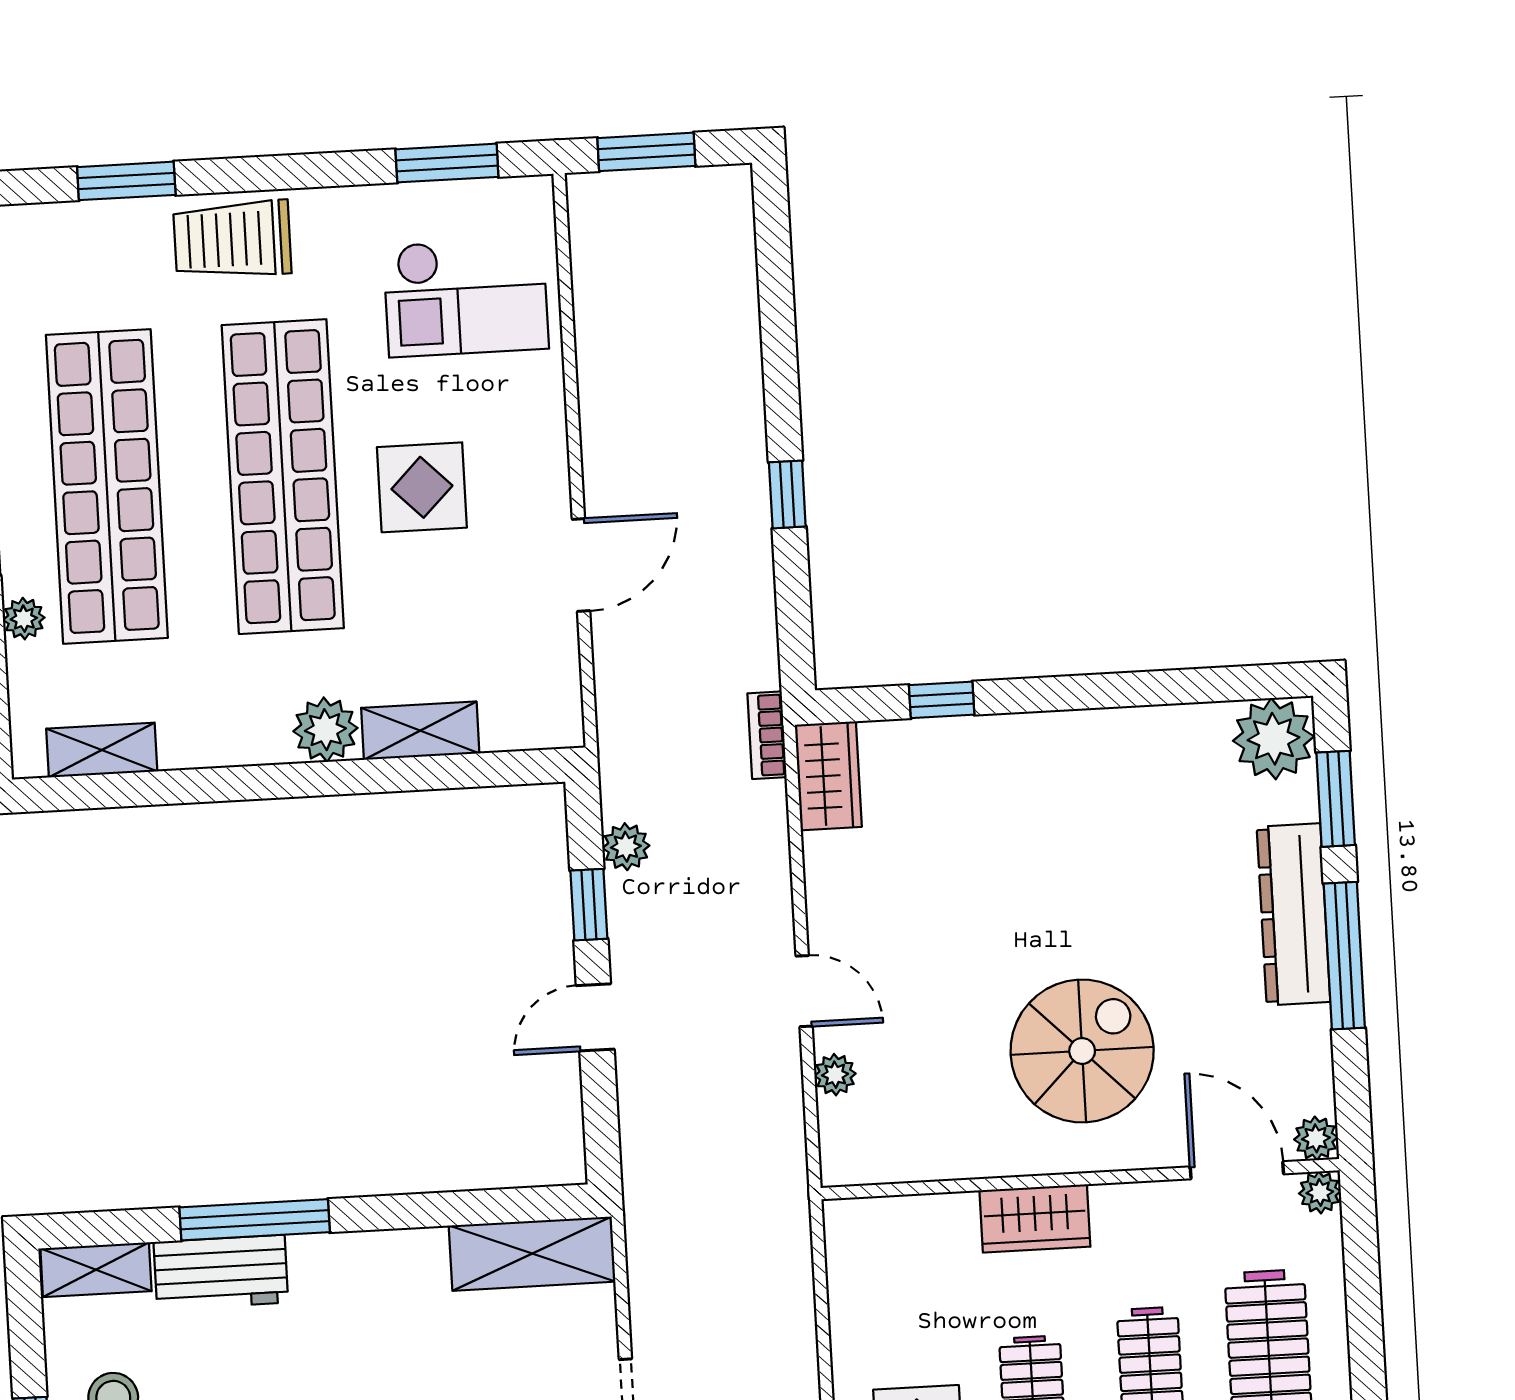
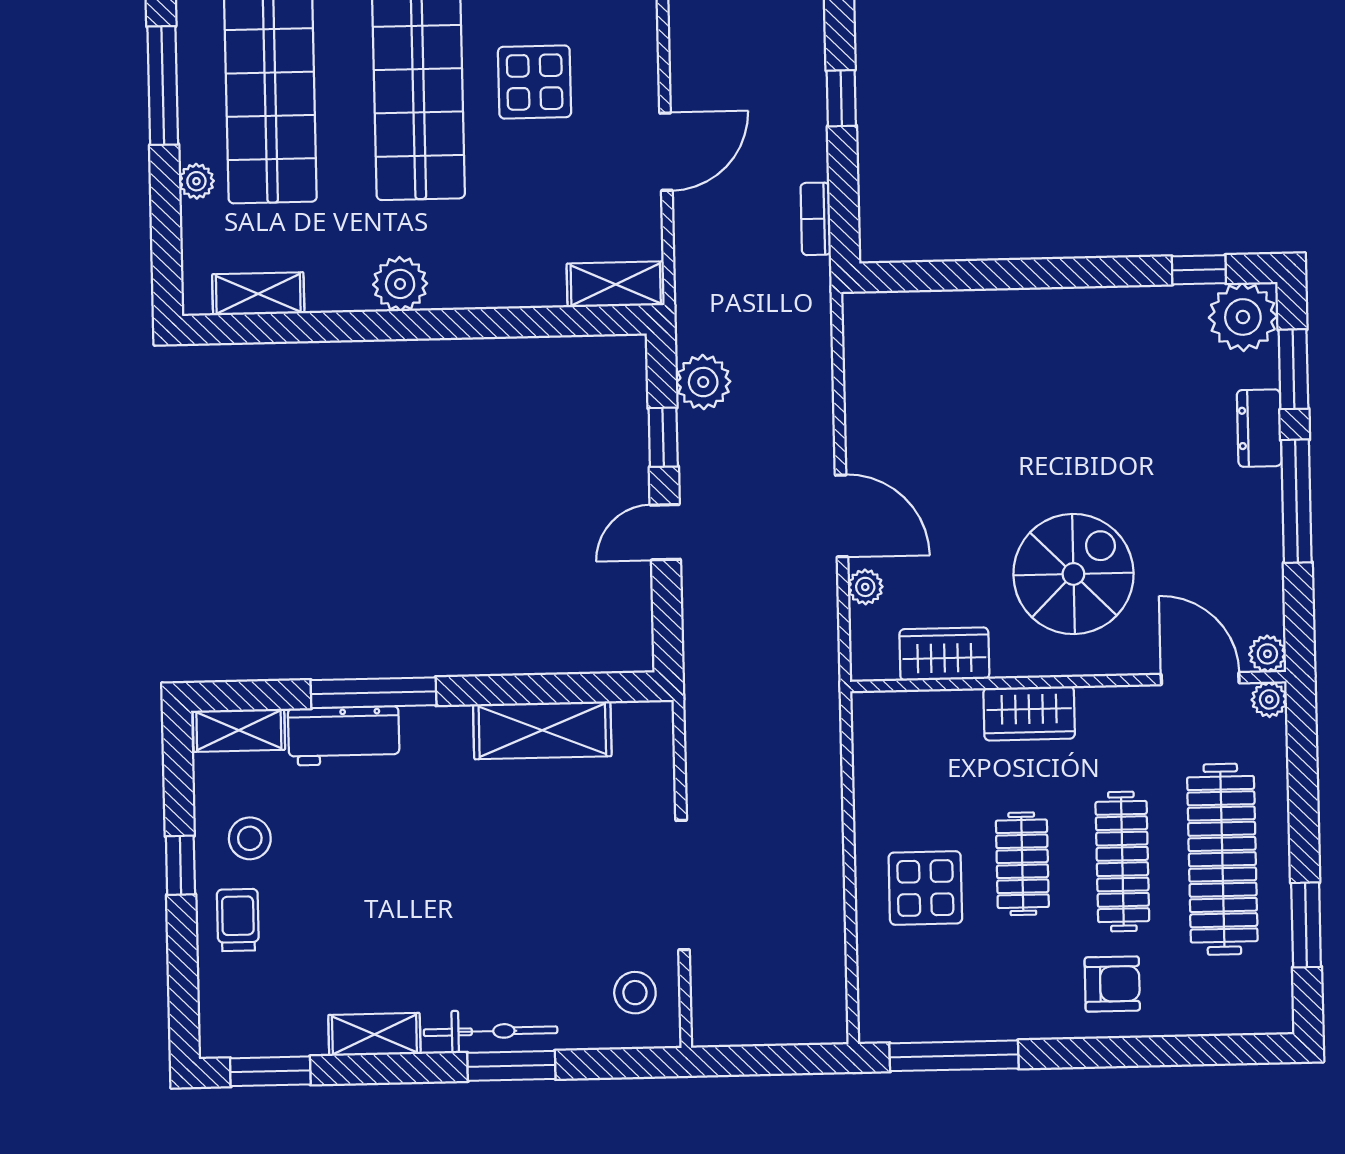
window: (942, 700) -> (1199, 270), moved
plant: (325, 730) -> (400, 284), moved
shelving: (420, 731) -> (616, 284), moved
bookcase: (767, 735) -> (816, 219), moved
wardrobe: (828, 776) -> (944, 654), moved, turned -90
plant: (626, 847) -> (703, 382), width x1.38, depth x1.38
dresser: (1293, 914) -> (1259, 428), width x0.51, depth x0.80
door: (804, 991) -> (841, 516), width x1.38
shelving: (532, 1254) -> (542, 730), moved

